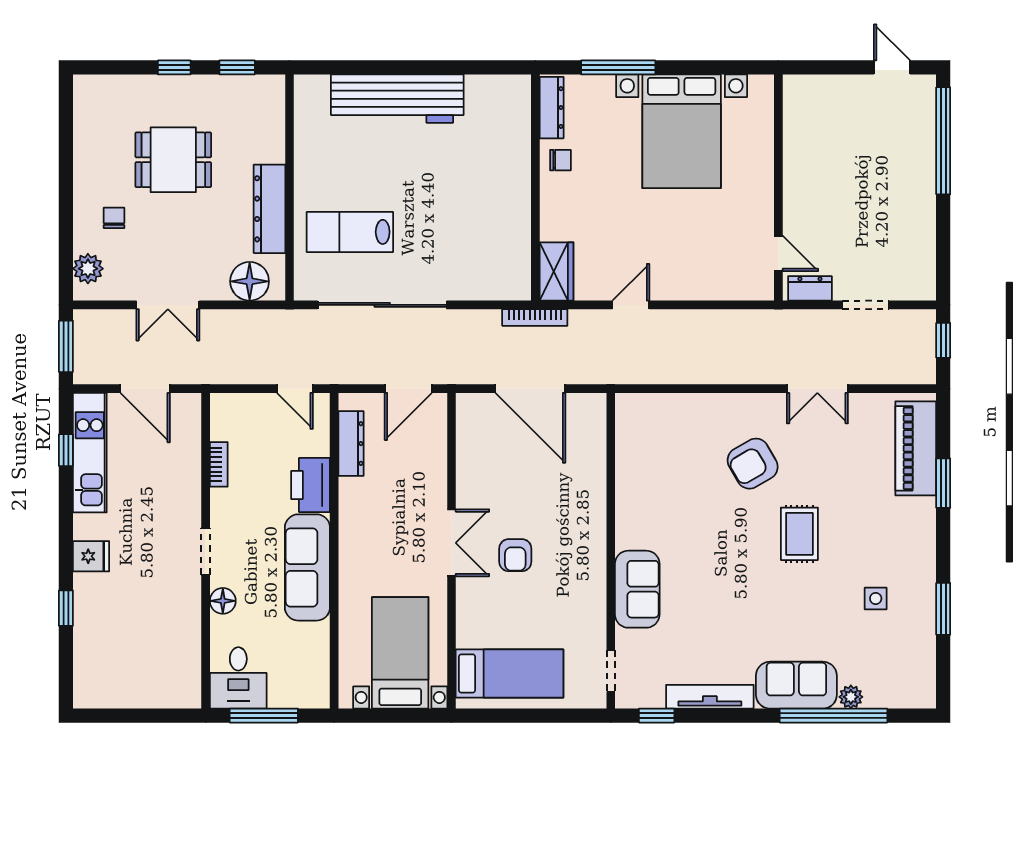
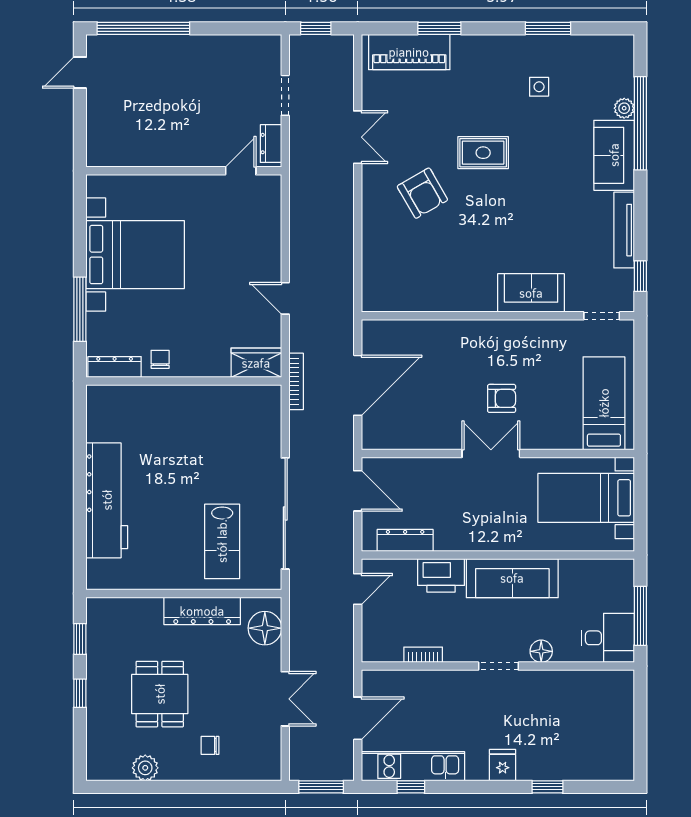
plant: (88, 269) -> (145, 768), moved

